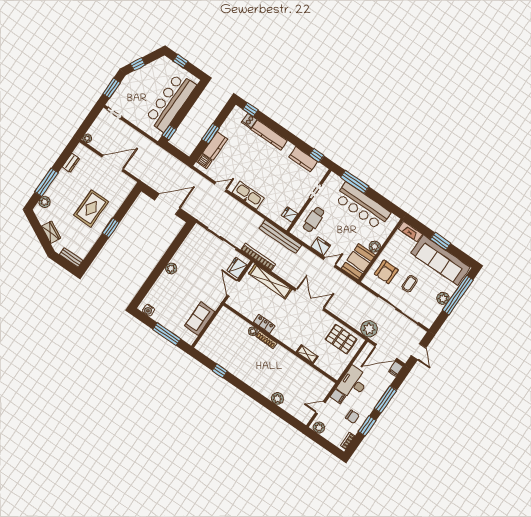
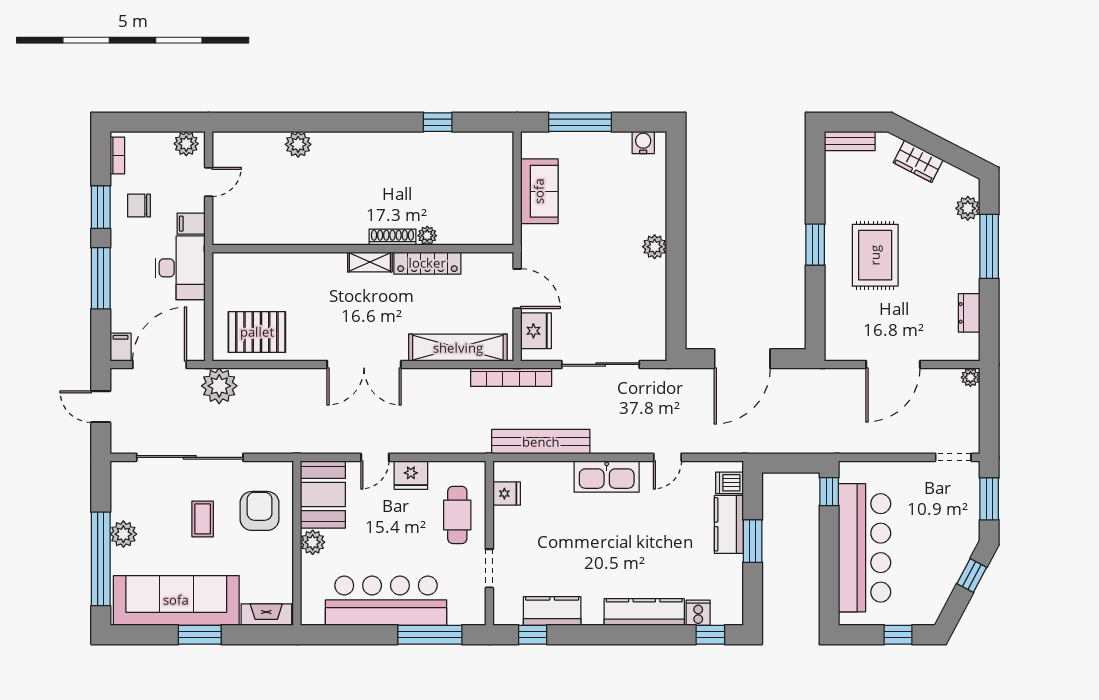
bench: (280, 237) -> (541, 442), moved
locker: (264, 324) -> (427, 263), width x1.53
shelving: (307, 354) -> (370, 262), moved

